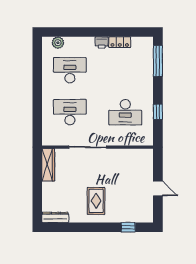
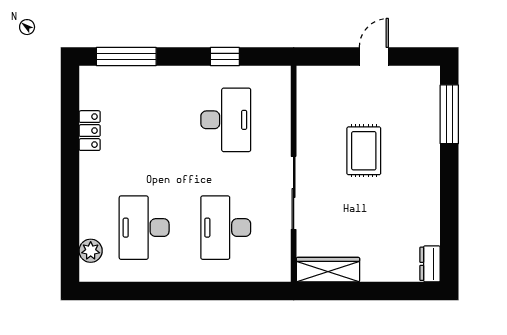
printer: (102, 43) -> (90, 166), removed
rug: (96, 201) -> (364, 151), moved, turned 90
dresser: (55, 217) -> (430, 264), width x0.70
window: (128, 227) -> (449, 114), width x2.17

